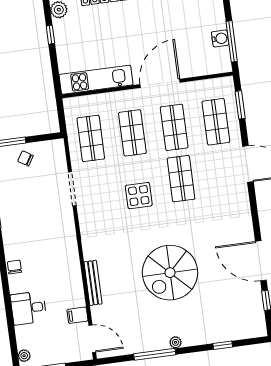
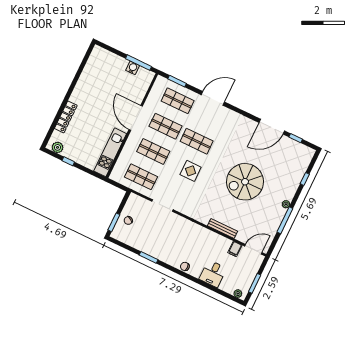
spiral stairs: (170, 273) -> (245, 182), turned 90

